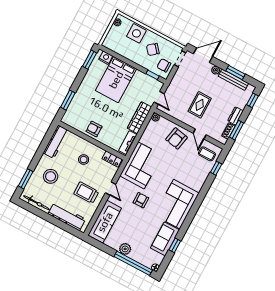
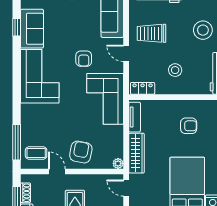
armchair: (94, 129) -> (189, 126), moved
window: (216, 168) -> (17, 142), width x2.17
trolley: (86, 193) -> (152, 33), turned 180

